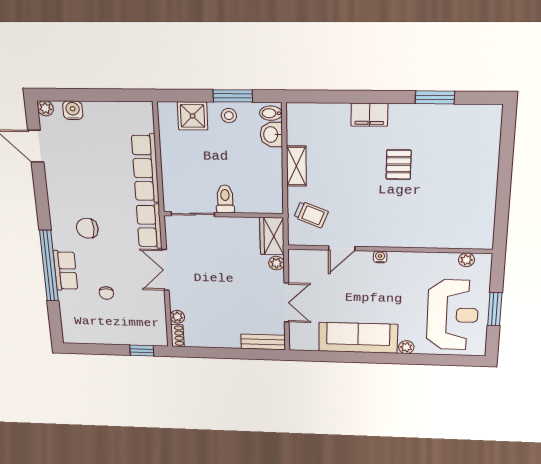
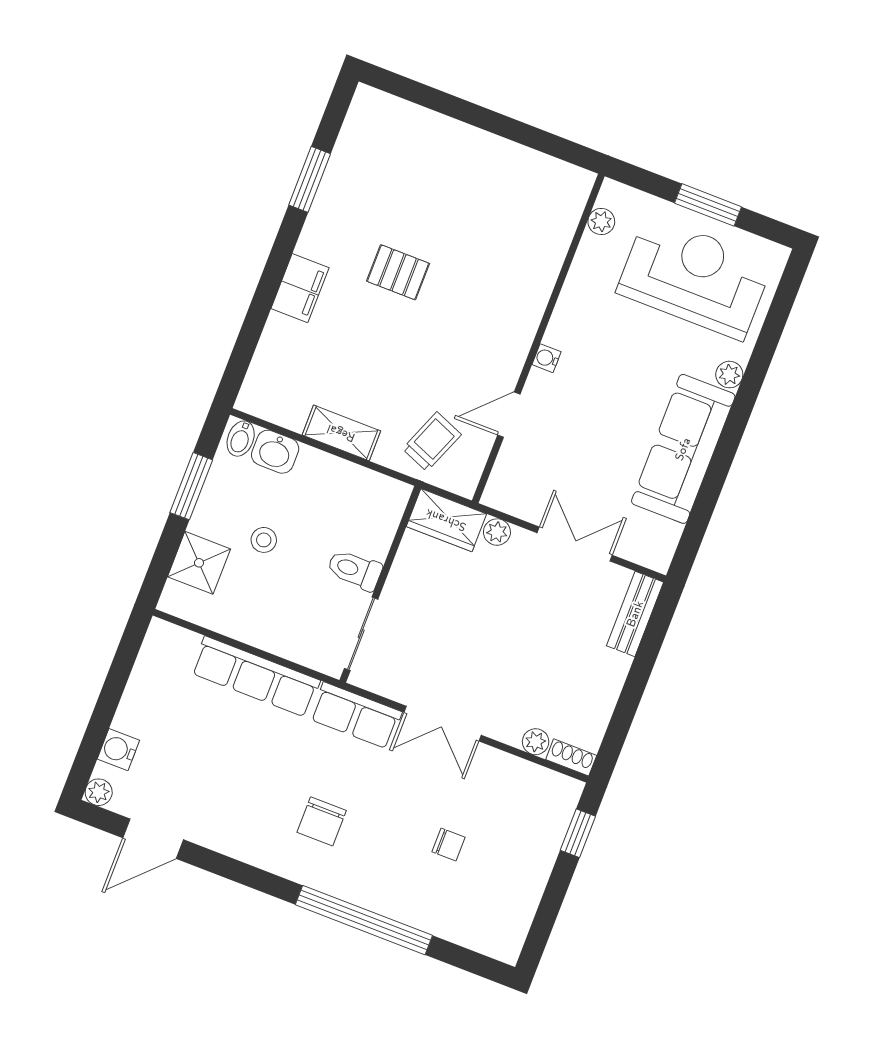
stool: (229, 116) -> (264, 540), moved
door: (342, 248) -> (509, 415), swing flipped
row of seats: (65, 271) -> (383, 896), removed

